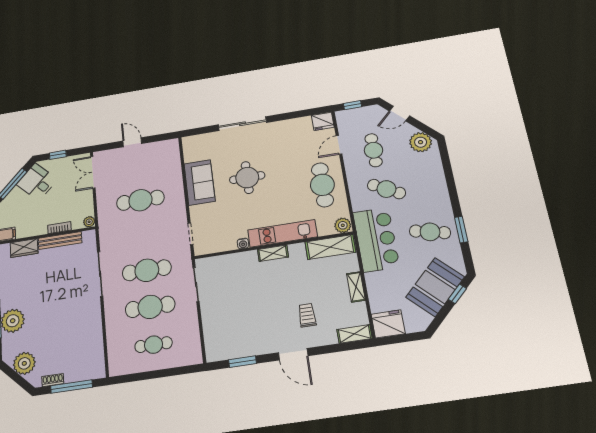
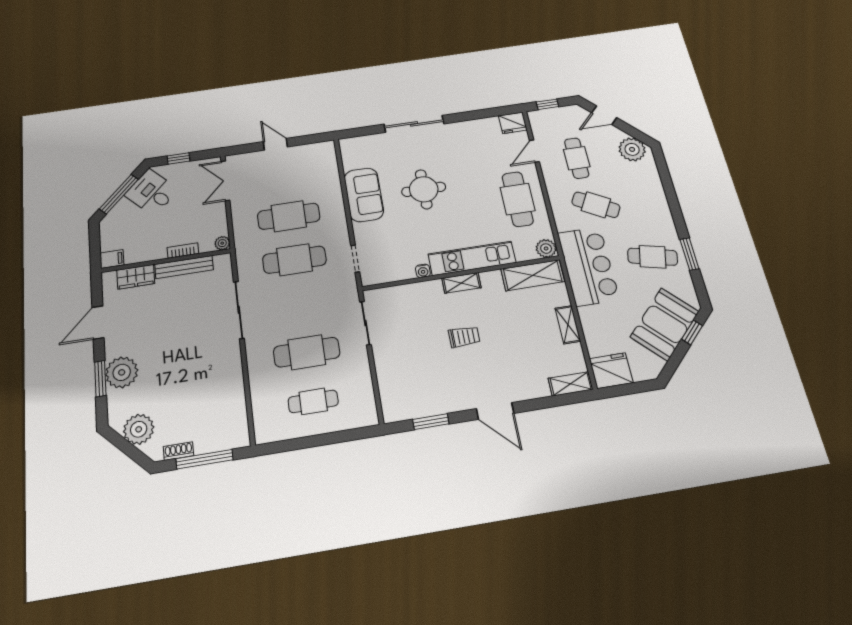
cafe table: (147, 270) -> (294, 260), moved
trolley: (307, 315) -> (464, 337), moved, turned 90

